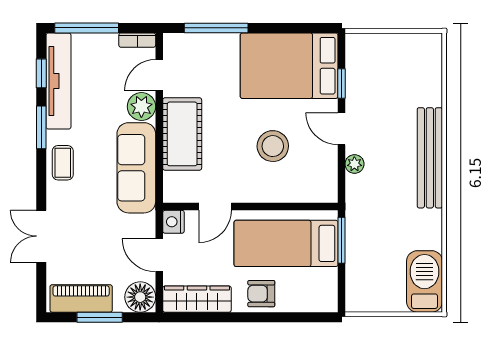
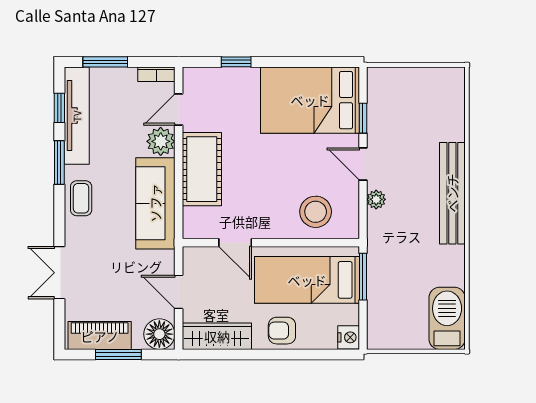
window: (87, 28) -> (105, 62), width x0.69
window: (216, 28) -> (236, 62), width x0.46
stool: (273, 146) -> (316, 212), moved
door: (215, 207) -> (235, 243), hinge flipped
nightstand: (173, 222) -> (349, 337), moved, turned 180

